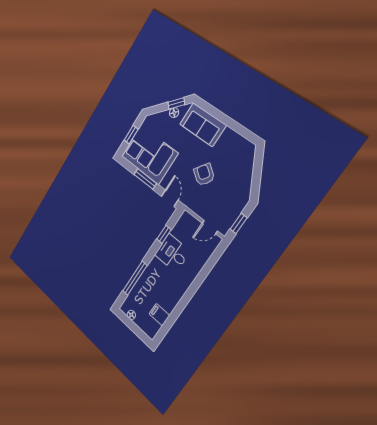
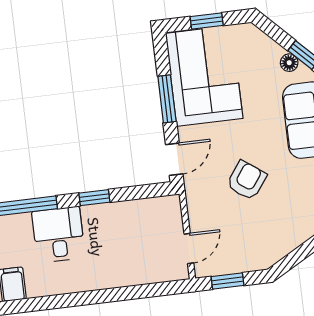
door: (210, 227) -> (189, 248), swing flipped
window: (164, 234) -> (94, 198), moved
desk: (172, 253) -> (58, 235), moved

